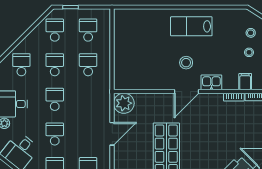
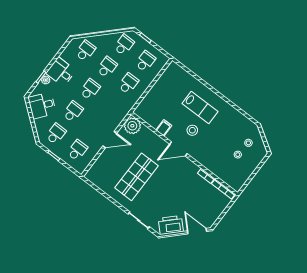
lab bench: (191, 26) -> (200, 107), moved, turned 180
kitchen sink: (211, 82) -> (199, 155), removed
filing cabinet: (245, 82) -> (164, 128), moved

